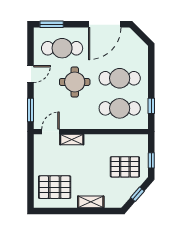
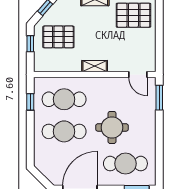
door: (31, 74) -> (159, 136), removed
door: (50, 132) -> (138, 74), hinge flipped
shelving: (72, 140) -> (95, 66), moved

